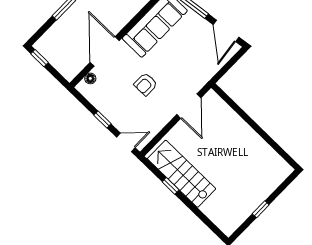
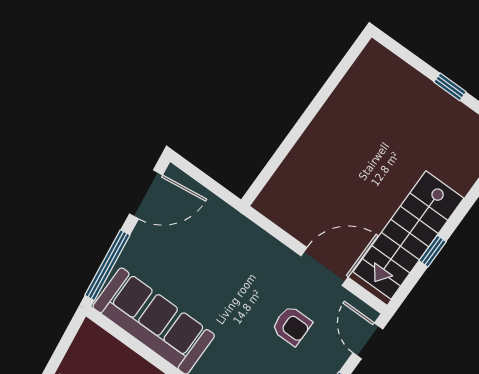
armchair: (146, 84) -> (292, 326), moved
door: (189, 106) -> (324, 266), moved

